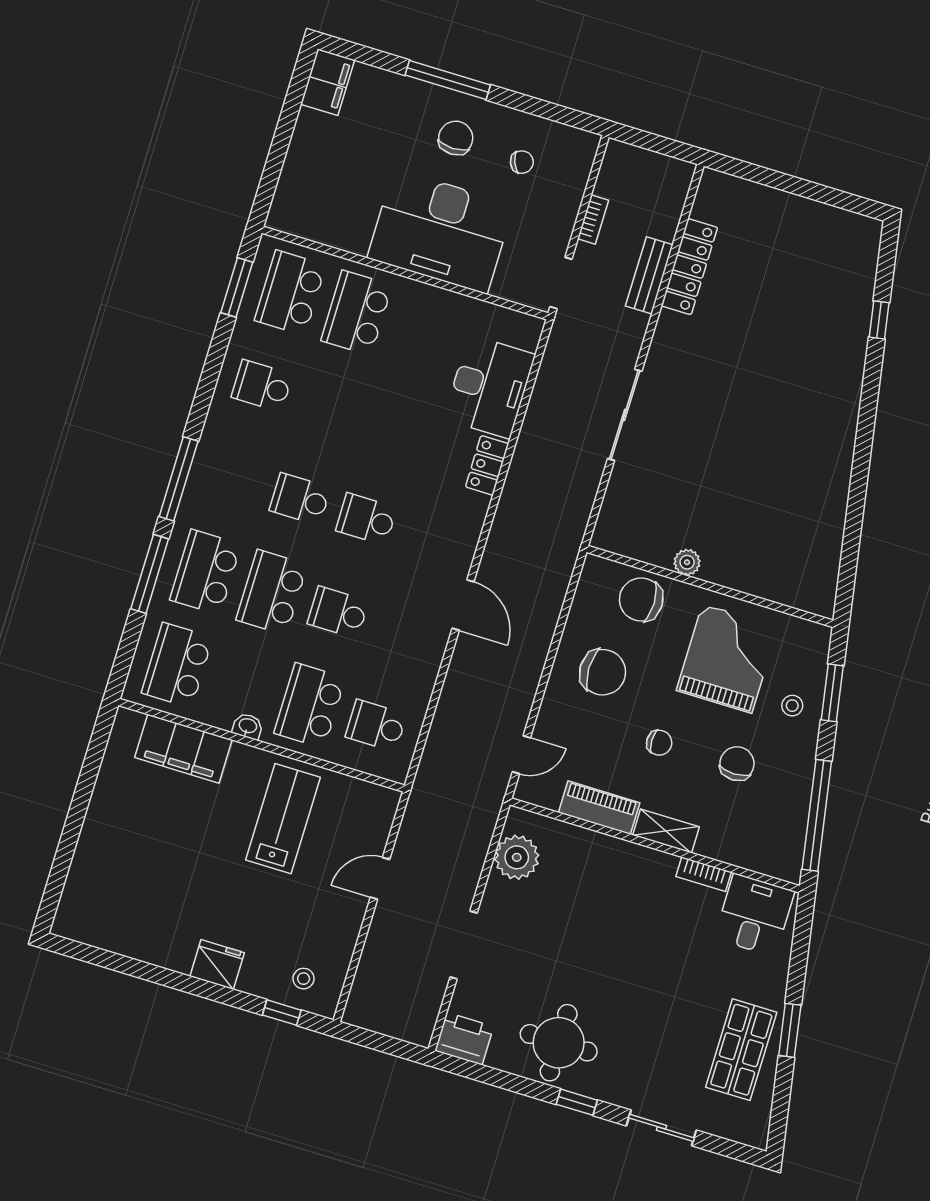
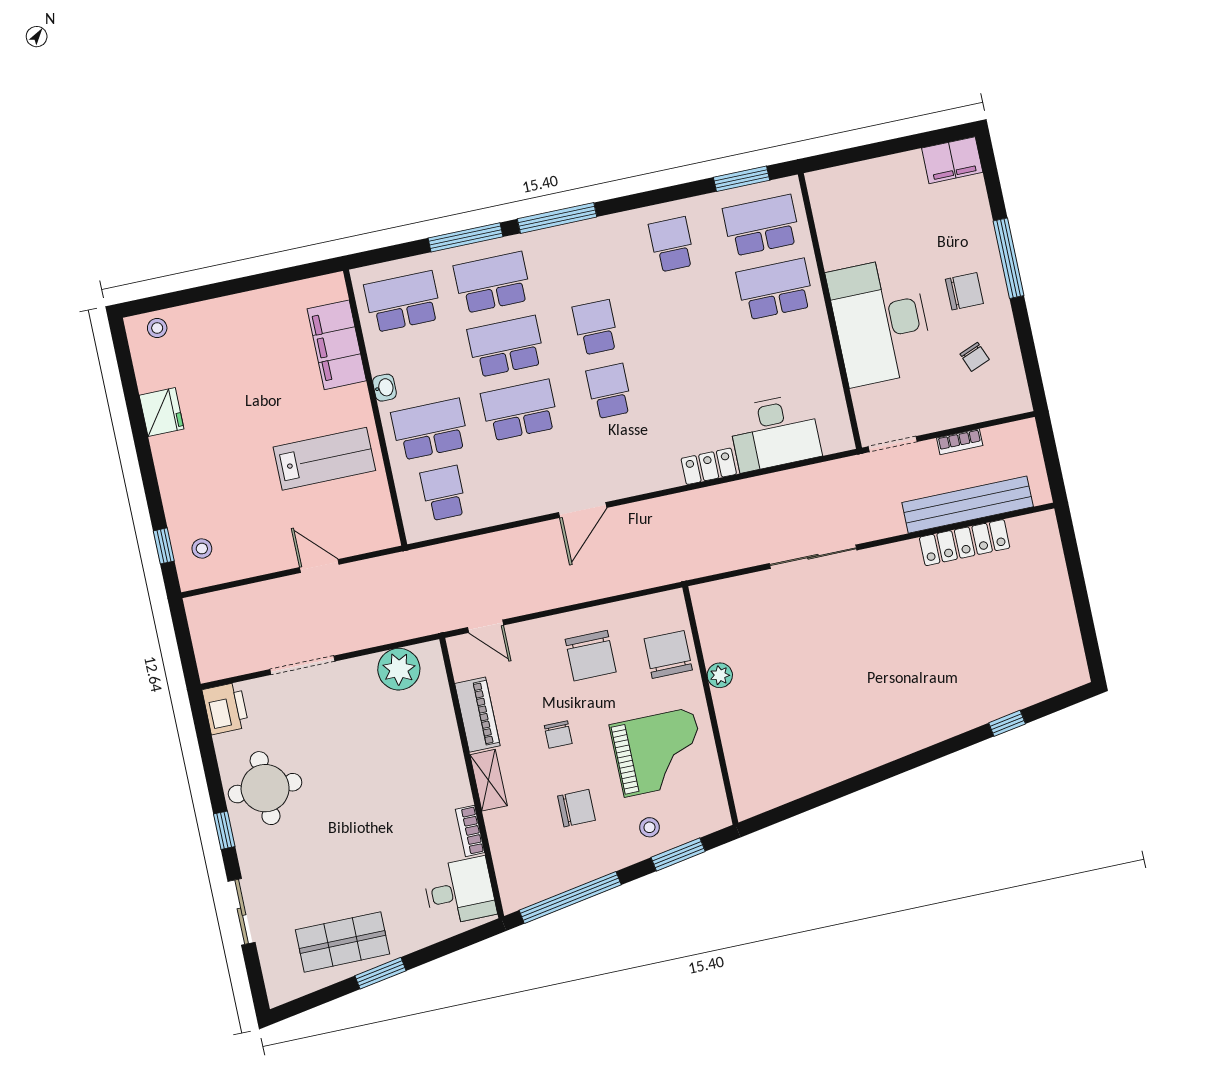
bench: (649, 275) -> (968, 505), width x1.86, depth x1.21
school desk: (338, 612) -> (520, 410), width x1.85
stool: (76, 907) -> (157, 328), added
fridge: (217, 965) -> (162, 412), moved

